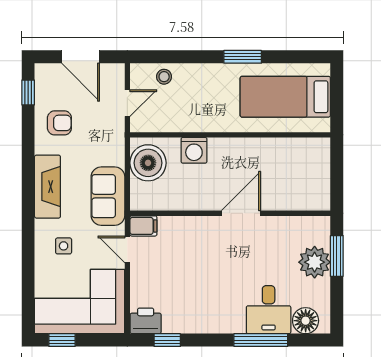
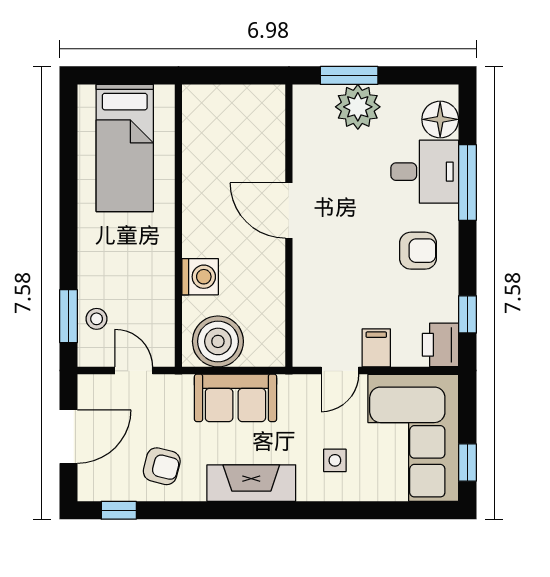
window: (243, 57) -> (68, 316), moved
armchair: (59, 123) -> (162, 466), turned 104
sofa: (108, 196) -> (235, 398), moved
filing cabinet: (143, 226) -> (376, 348), moved
armchair: (212, 305) -> (418, 251), added

